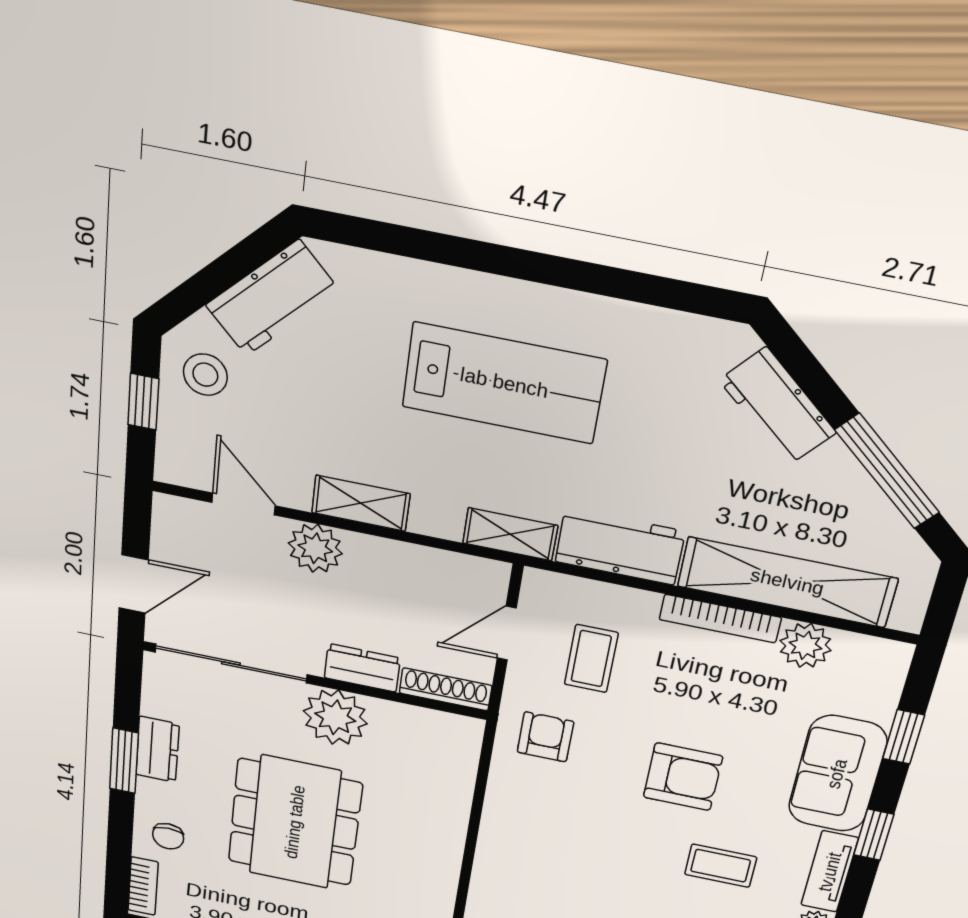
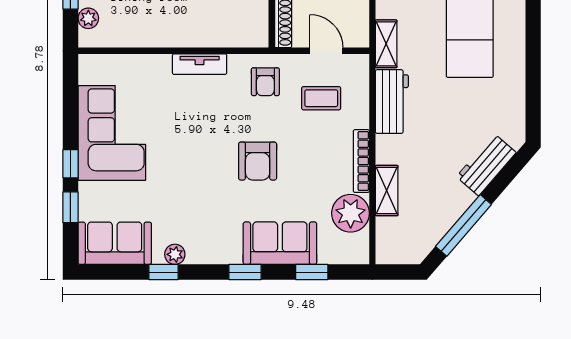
shelving: (787, 582) -> (387, 191), width x0.45, depth x0.75
plant: (805, 645) -> (351, 213), width x1.36, depth x1.36
armchair: (545, 737) -> (265, 82), turned 90
coffee table: (721, 866) -> (203, 194), removed
tv unit: (830, 872) -> (200, 64), moved, turned 180

